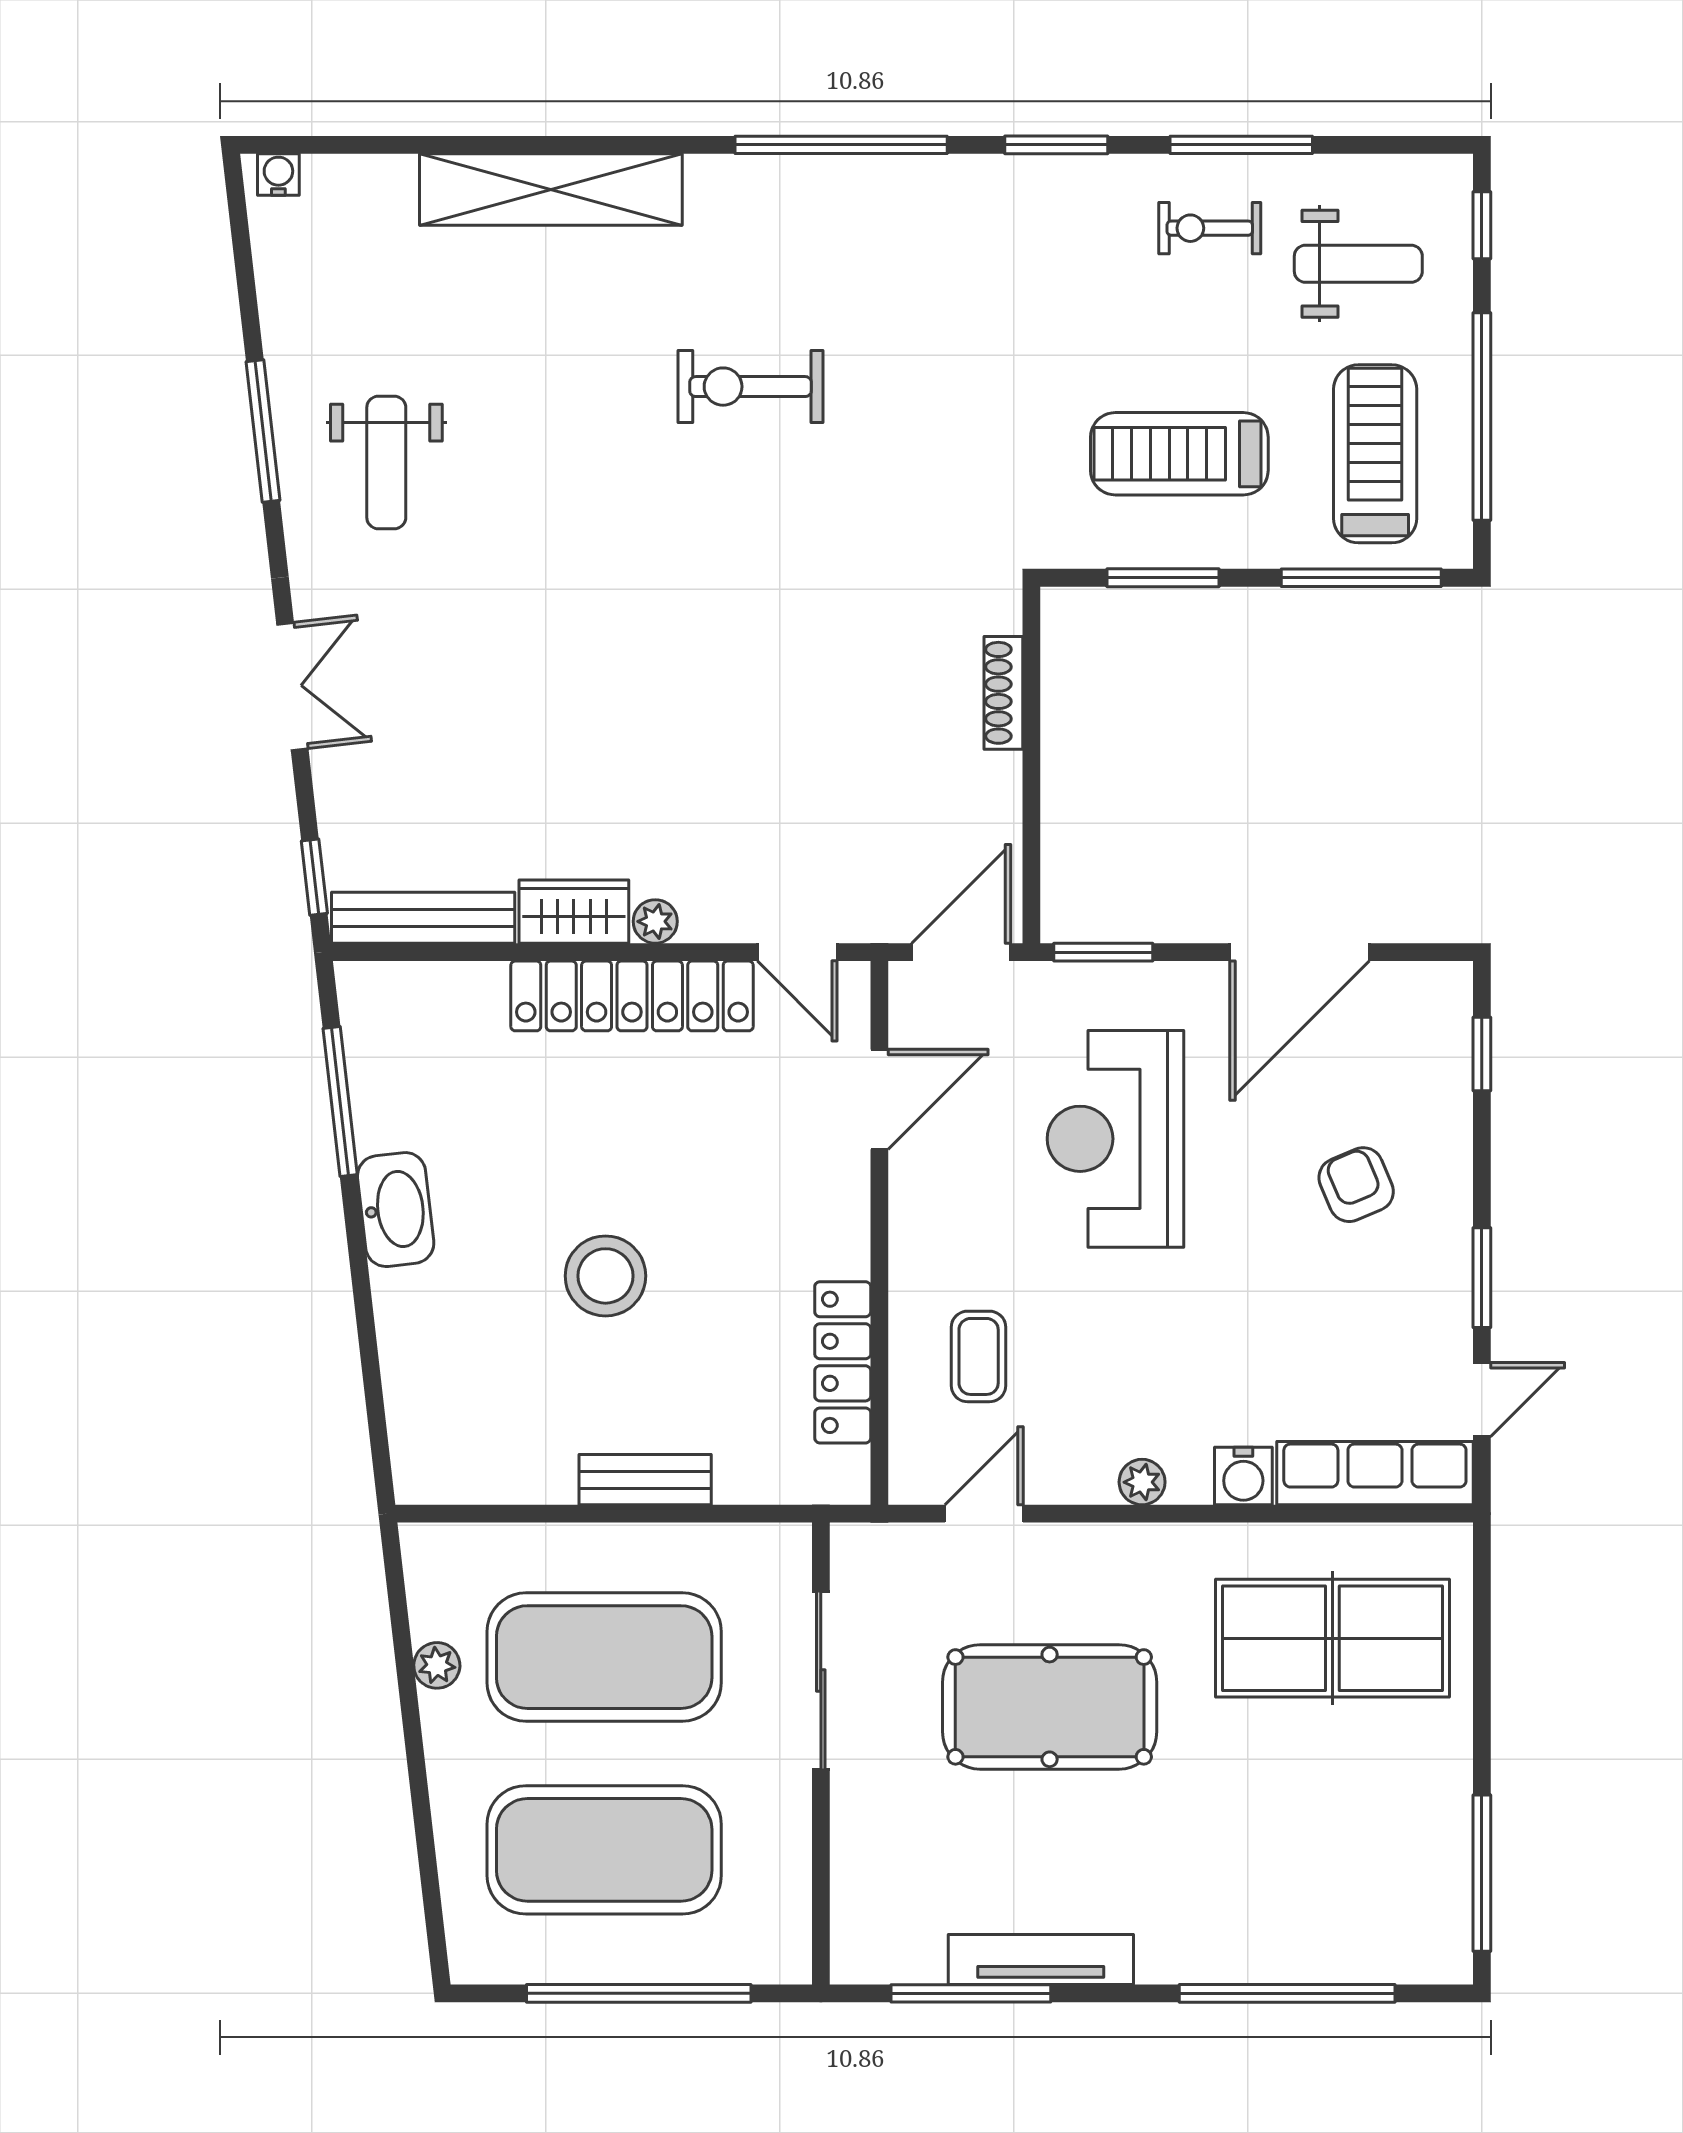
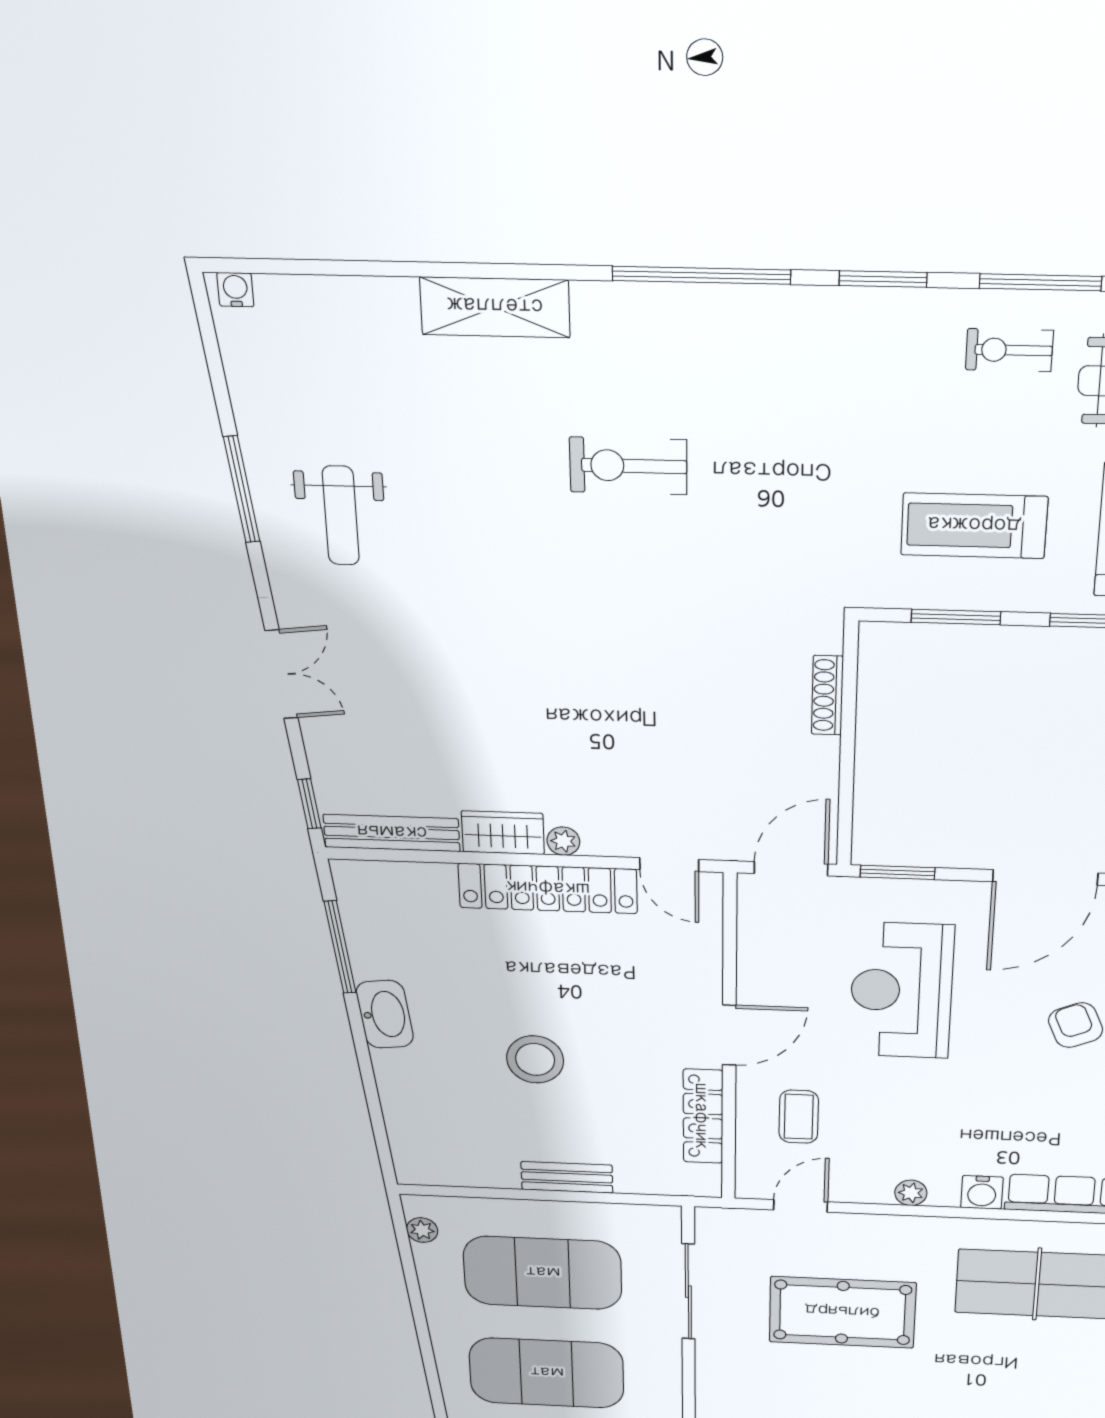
shelving: (551, 189) -> (495, 307), width x0.68
door: (879, 1099) -> (729, 1035), moved
plant: (437, 1665) -> (422, 1230), moved

